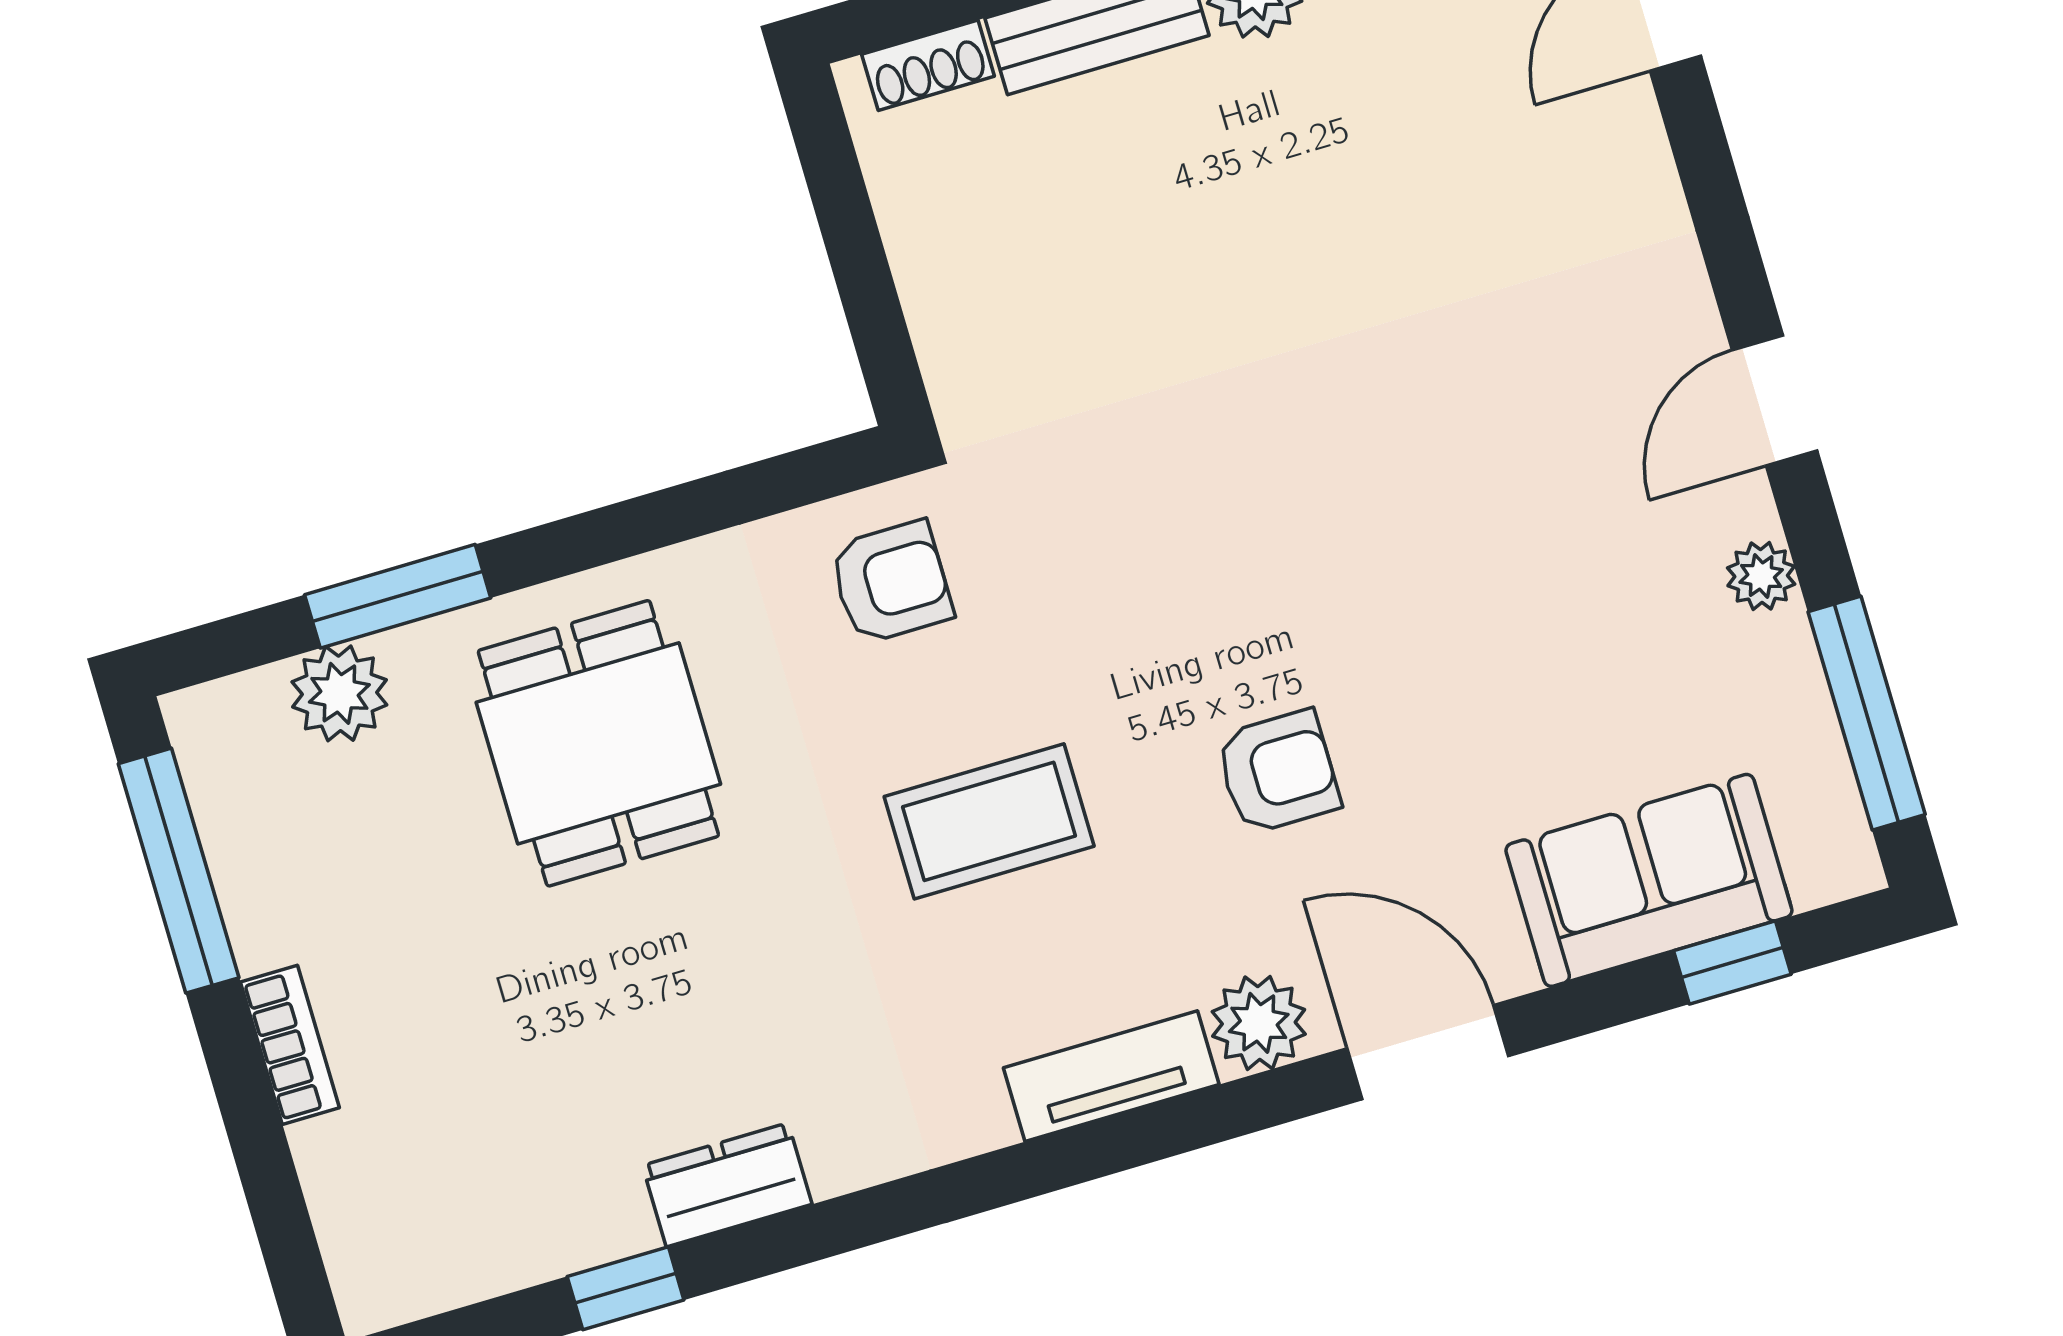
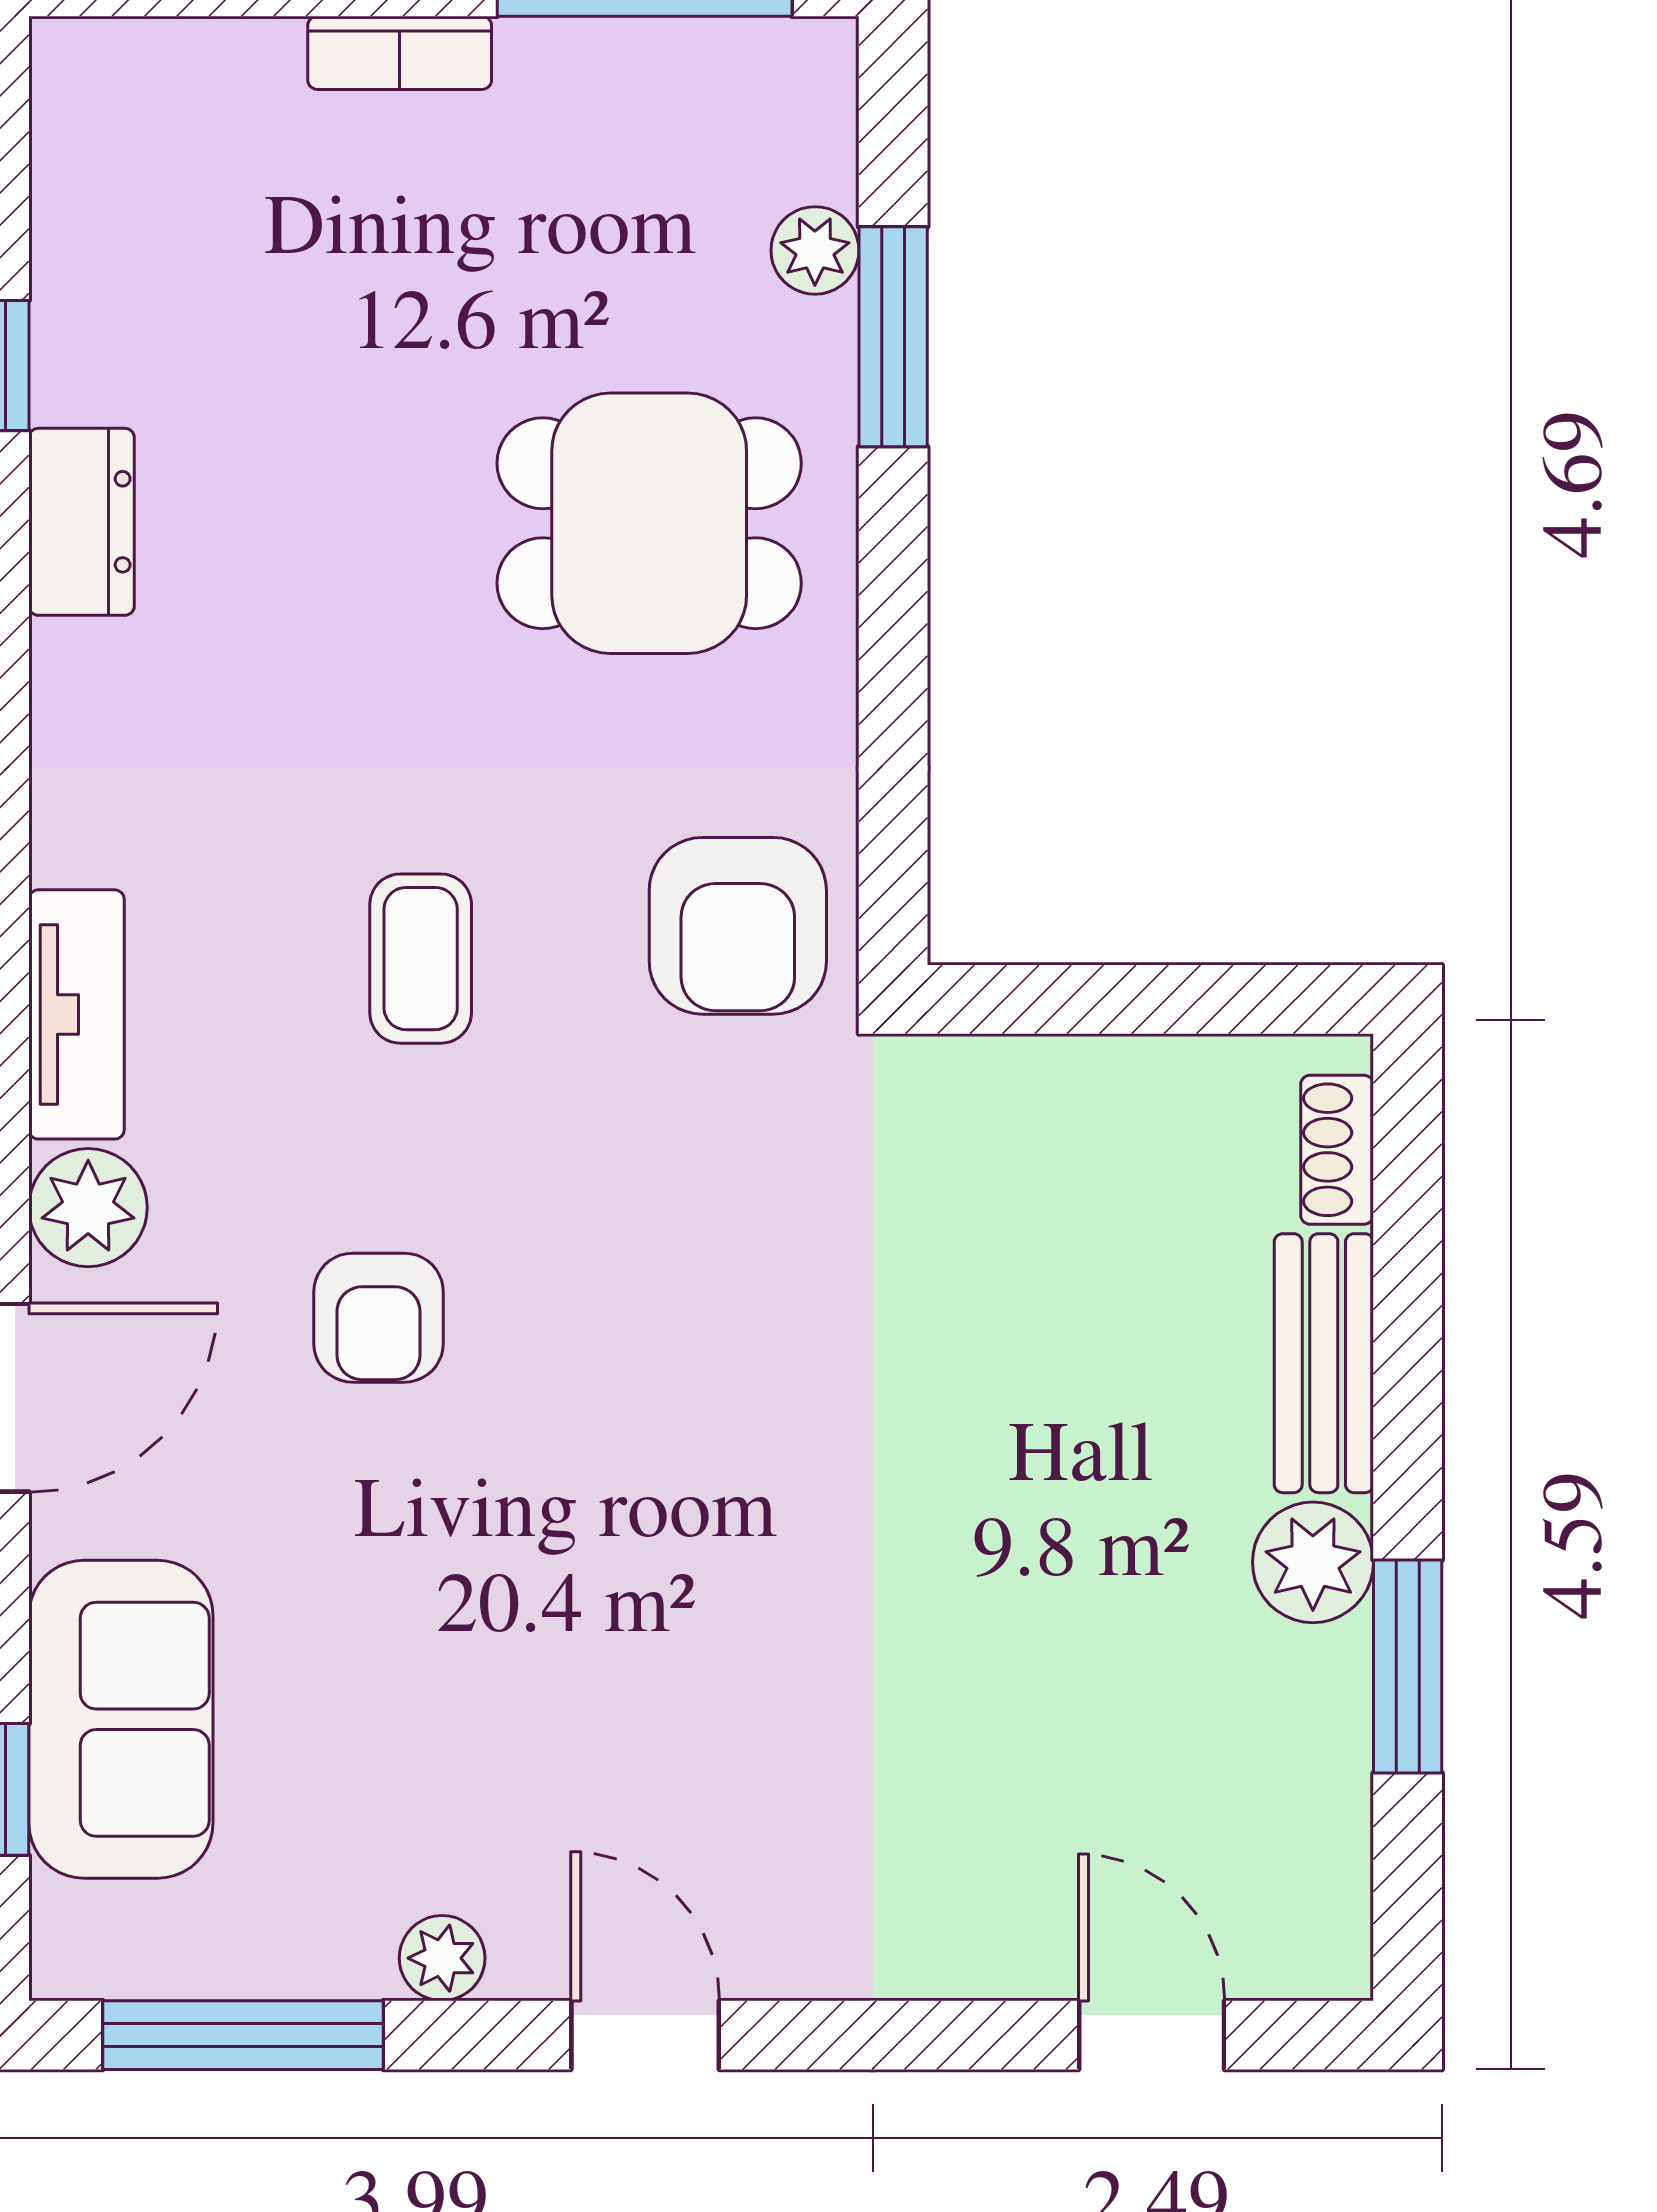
armchair: (891, 582) -> (738, 926), width x1.38, depth x1.38
plant: (339, 693) -> (815, 250), width x0.73, depth x0.73
coffee table: (989, 821) -> (421, 959), width x0.73, depth x0.77

